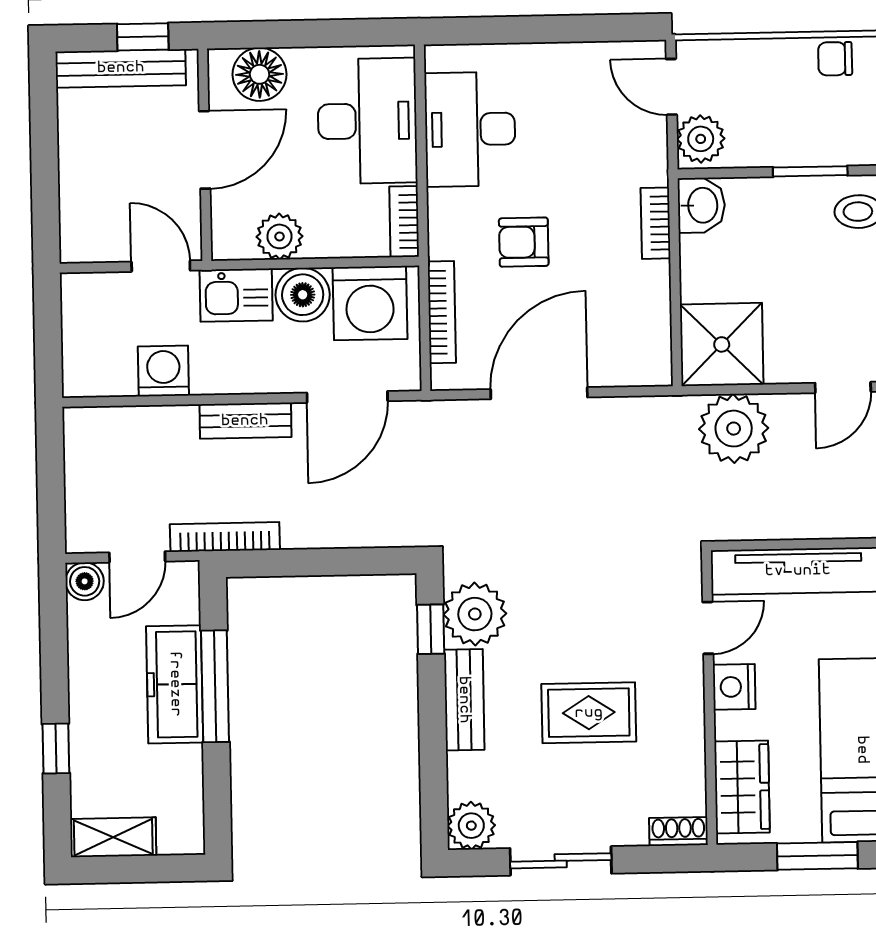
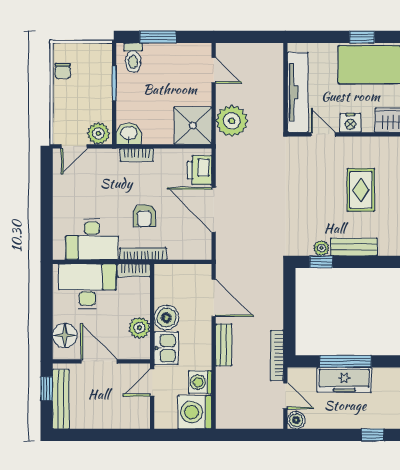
washing machine: (370, 303) -> (195, 412), moved, turned 180
bookcase: (442, 312) -> (143, 254), moved
printer: (625, 361) -> (200, 170), added
plant: (475, 614) -> (321, 248), width x0.53, depth x0.53

